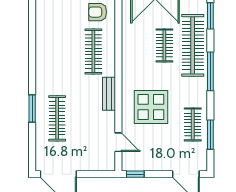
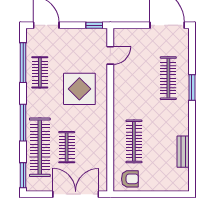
bench: (109, 94) -> (183, 152), moved
window: (210, 135) -> (23, 63), width x1.44
door: (118, 142) -> (110, 55), swing flipped

